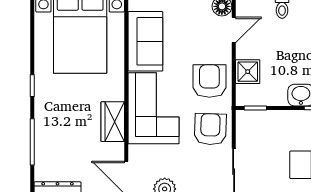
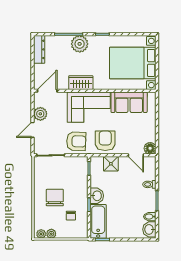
armchair: (209, 81) -> (105, 141), turned -90
plant: (48, 124) -> (80, 44), added

